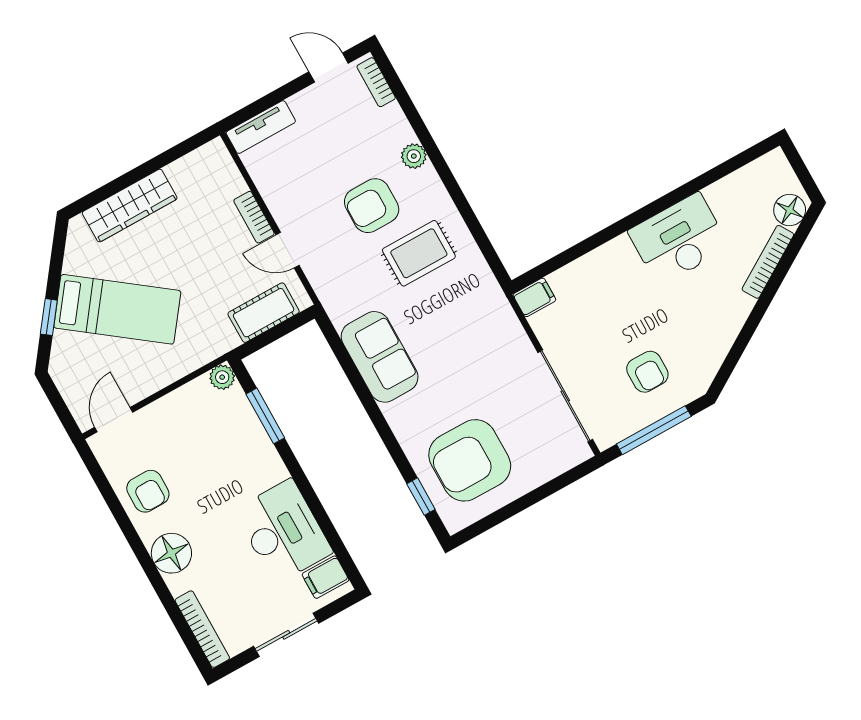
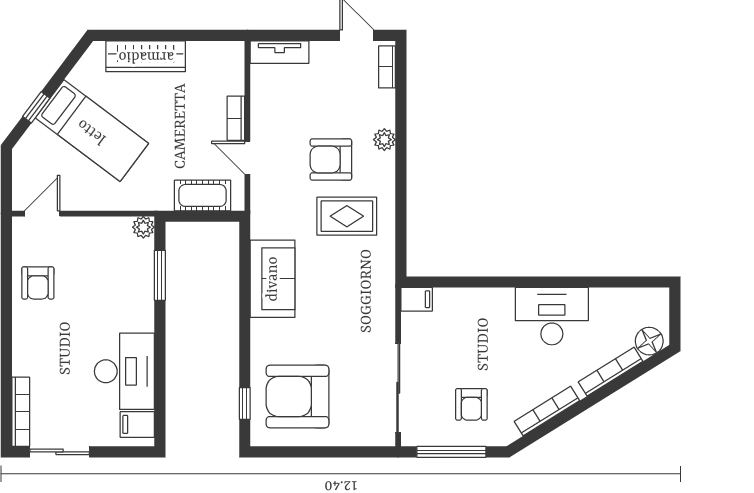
bookcase: (726, 337) -> (547, 411), added
floor lamp: (171, 553) -> (29, 340), removed
sliding door: (286, 635) -> (60, 452), moved

